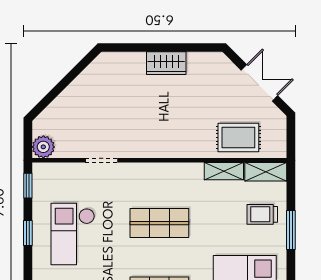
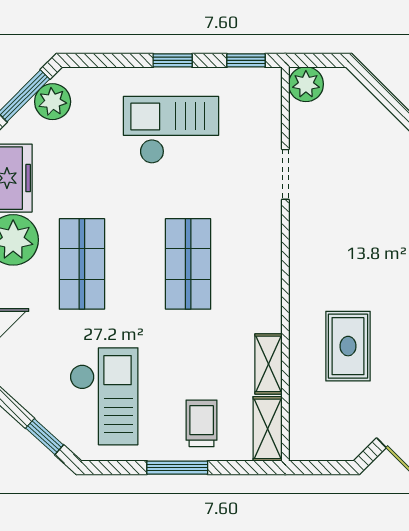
rug: (238, 138) -> (348, 346), moved

